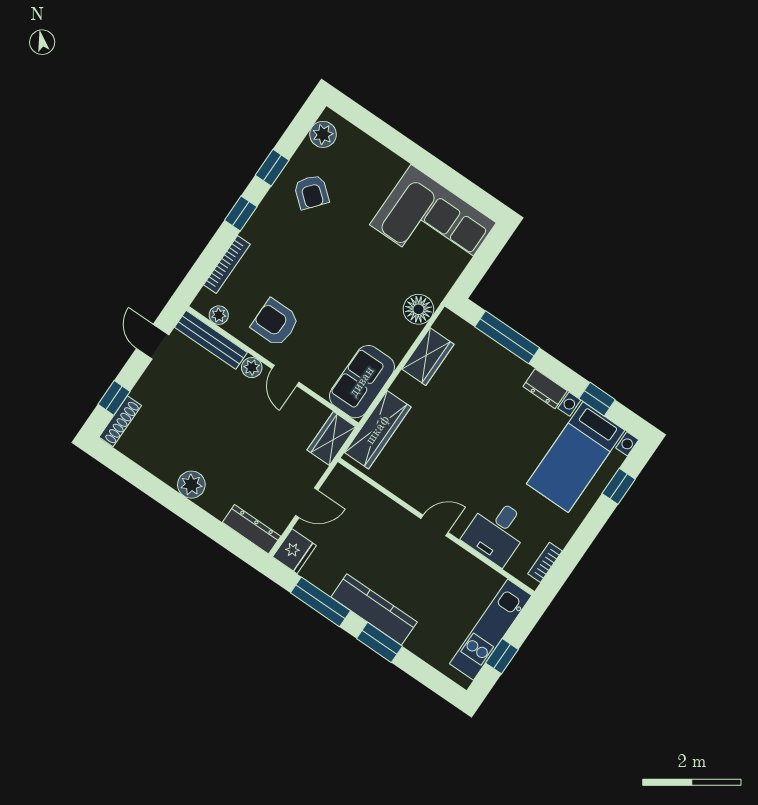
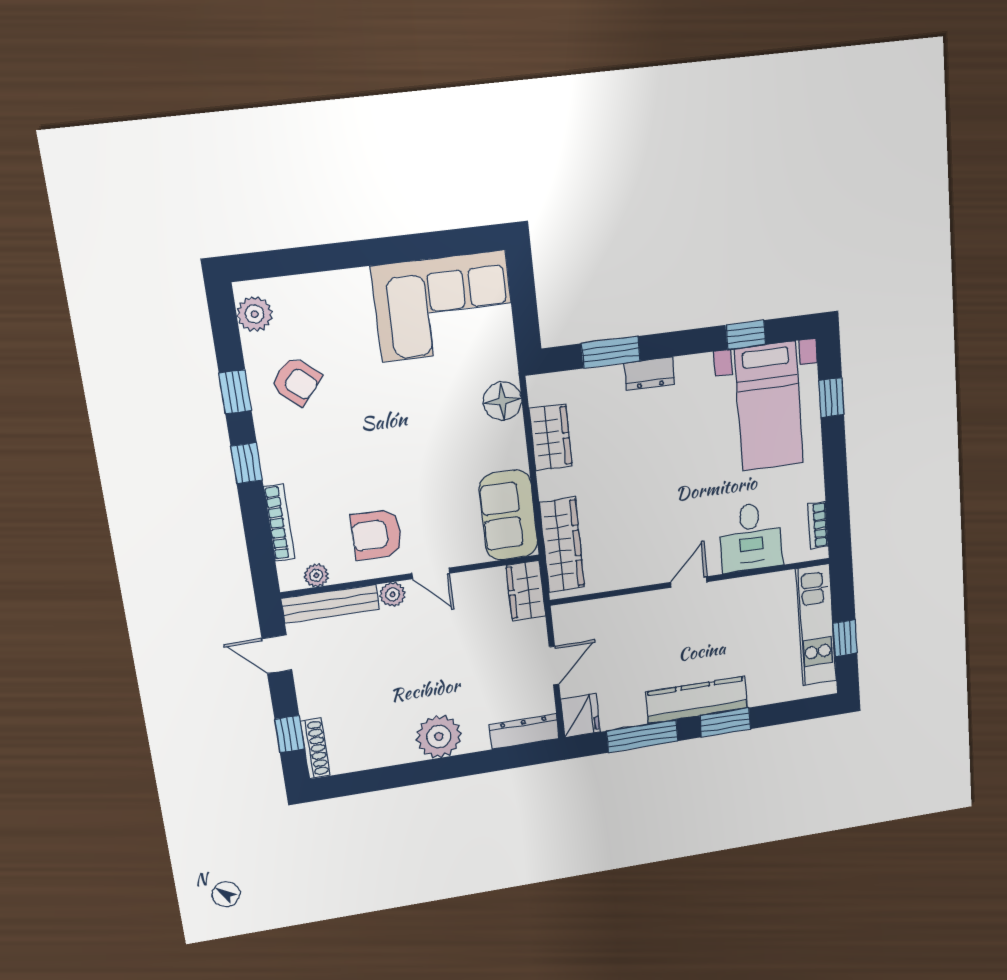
window: (507, 337) -> (611, 352), width x0.69
dresser: (545, 389) -> (650, 374), moved
plant: (191, 485) -> (439, 737), width x1.36, depth x1.36

